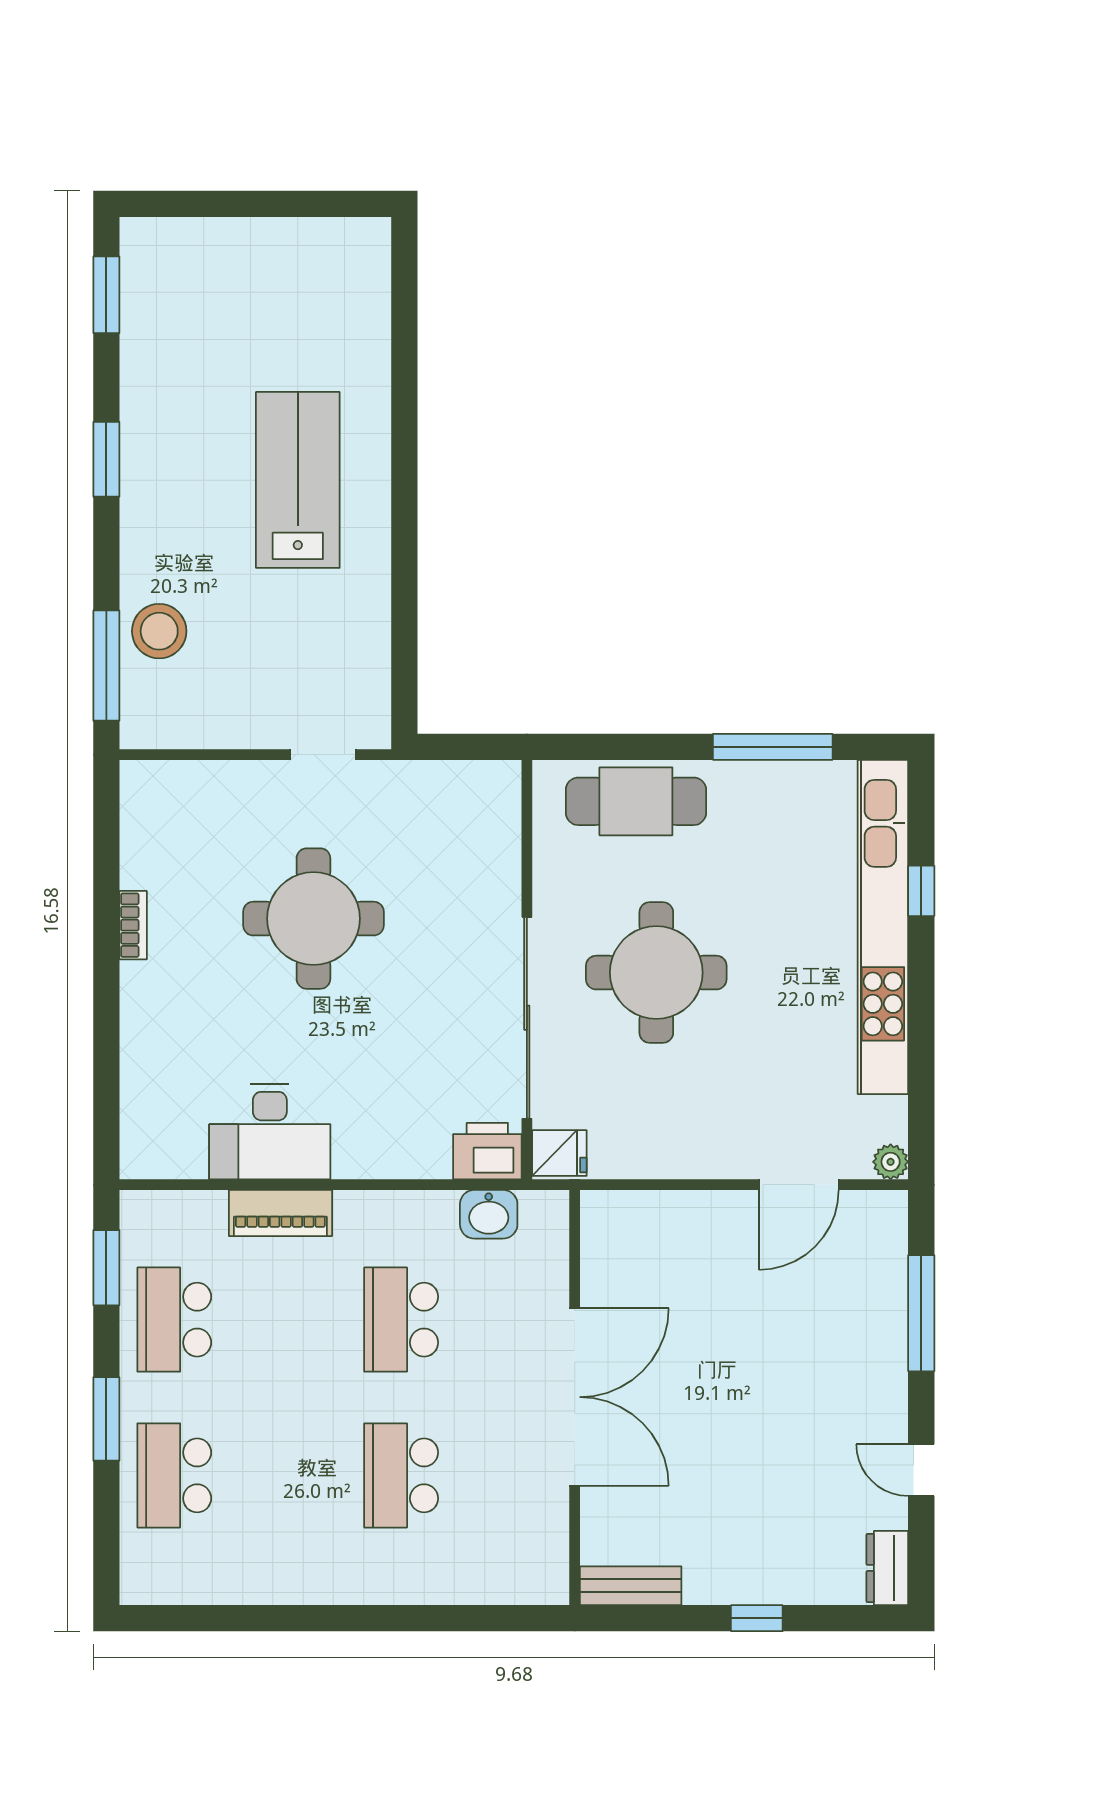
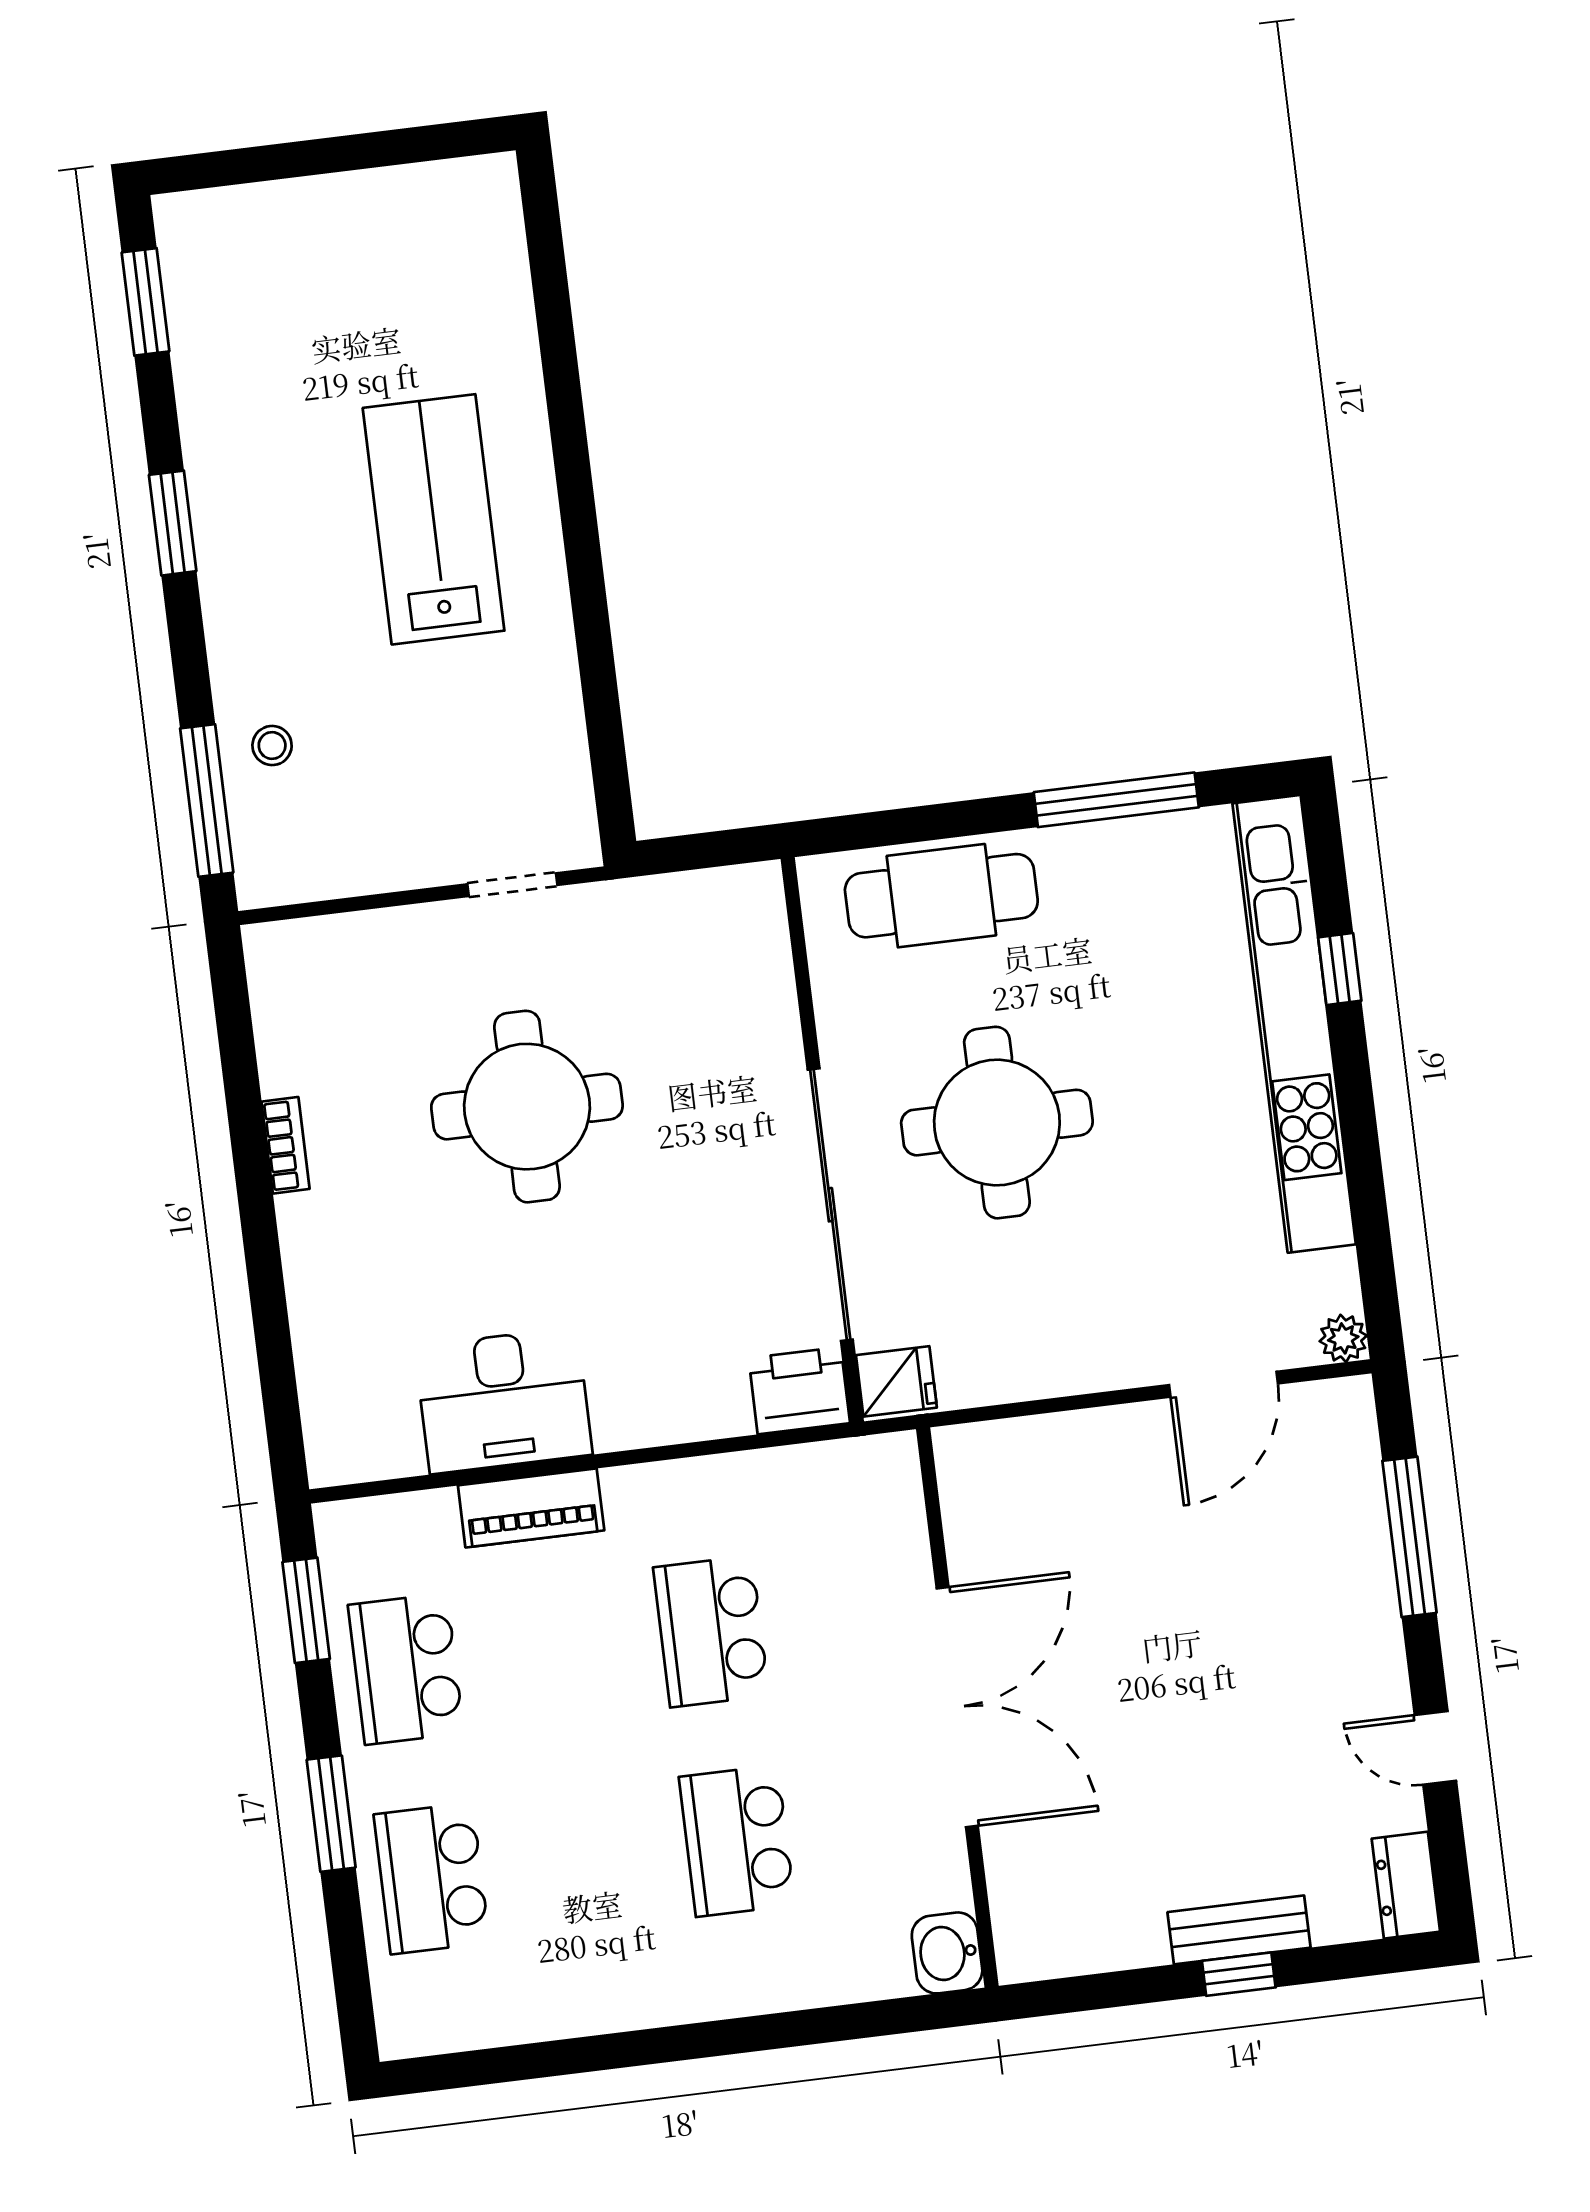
stool: (159, 631) -> (272, 746), width x0.53, depth x0.53
washbasin: (489, 1214) -> (947, 1953), moved, turned 90
bench: (631, 1586) -> (1239, 1930), moved

